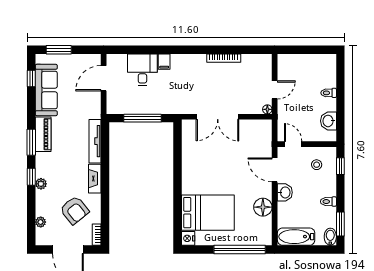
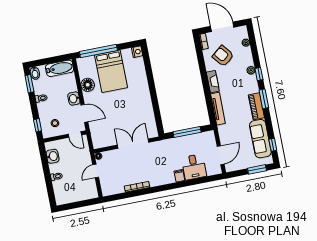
bed: (208, 213) -> (111, 71), moved, turned -90

